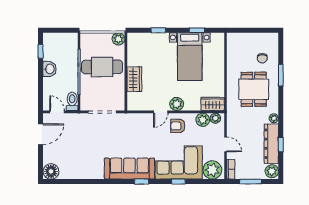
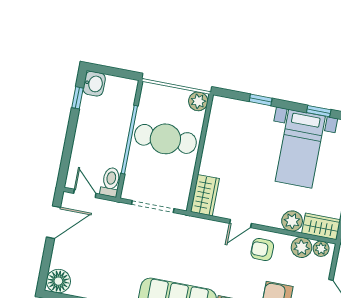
washbasin: (50, 69) -> (94, 84), moved
wardrobe: (134, 79) -> (205, 195), moved
plant: (177, 104) -> (292, 221), moved

